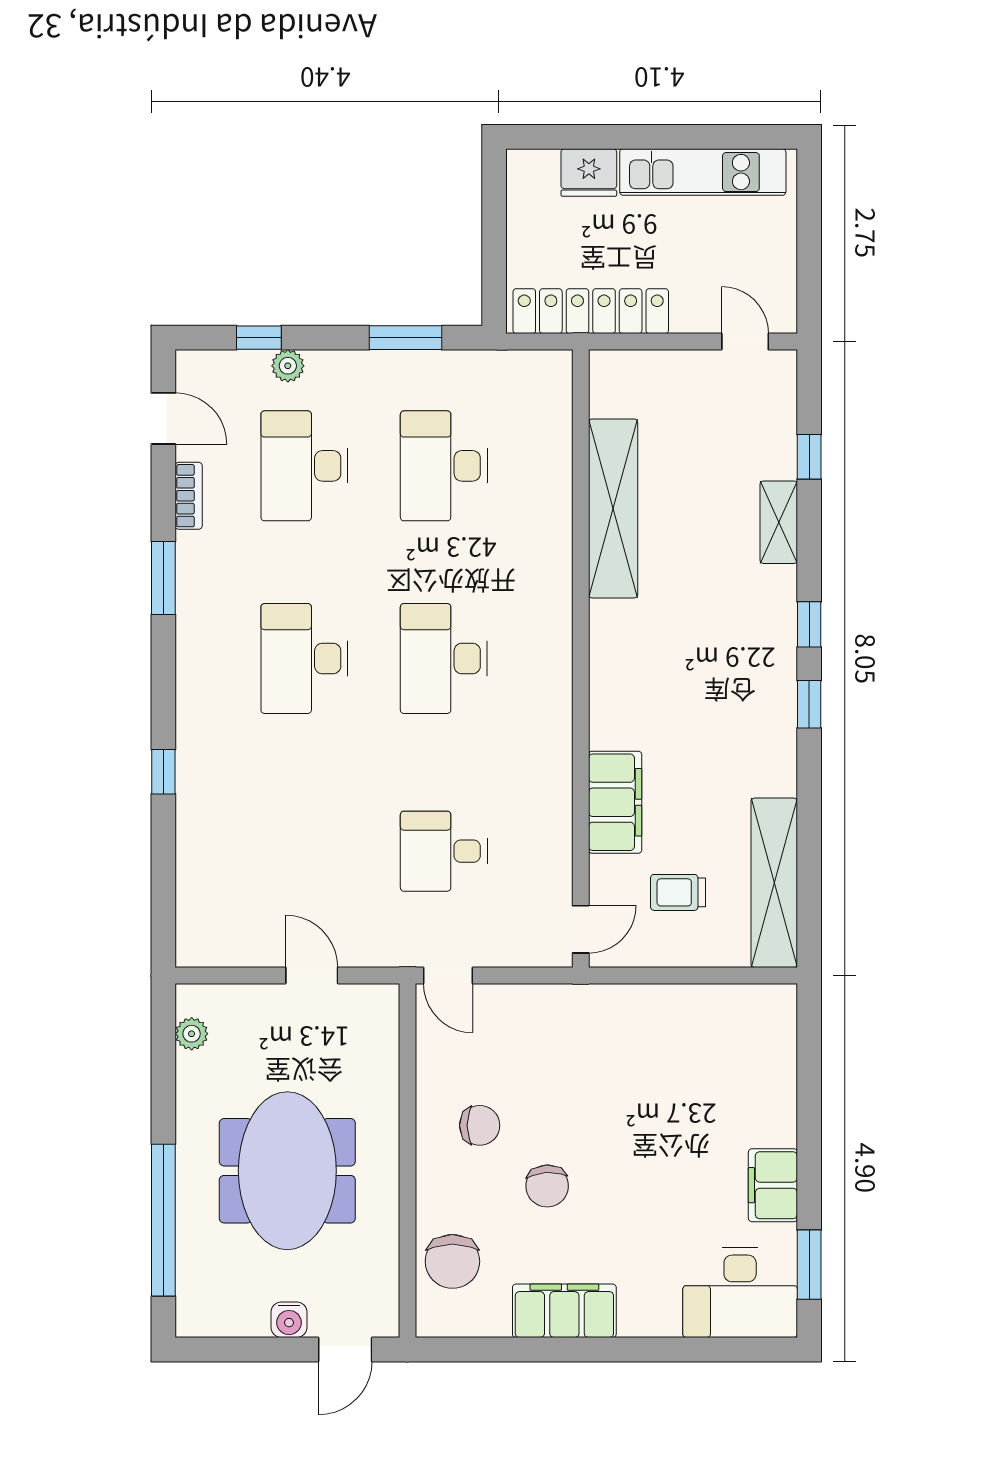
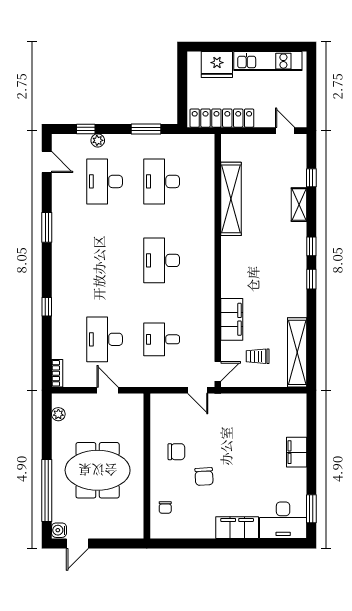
fridge: (589, 173) -> (217, 65), width x1.36, depth x1.34
bookcase: (189, 496) -> (57, 373), moved
desk: (304, 659) -> (105, 339), moved
door: (448, 975) -> (198, 390), moved
meeting table: (287, 1171) -> (98, 470), turned 90
filing cabinet: (773, 1185) -> (297, 452), moved
chair: (452, 1261) -> (165, 507), width x0.54, depth x0.54
filing cabinet: (564, 1311) -> (237, 528), moved
water cooler: (289, 1320) -> (59, 530), moved, turned 90
door: (345, 1349) -> (77, 544), moved

